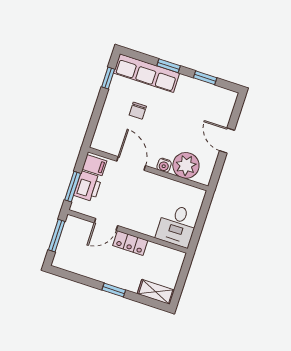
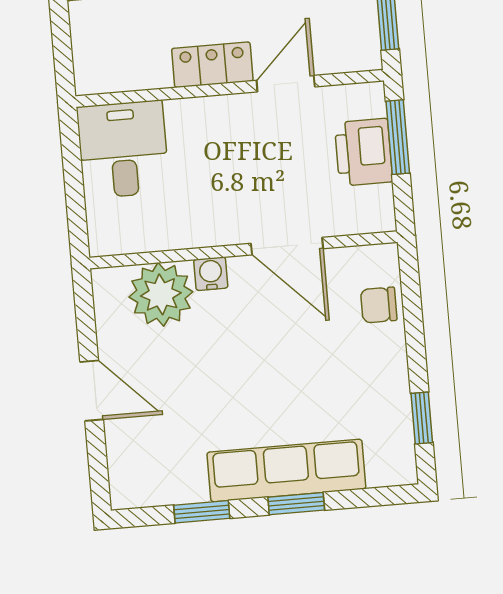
row of seats: (147, 73) -> (286, 470), moved
chair: (138, 111) -> (379, 305), moved, turned -90
filing cabinet: (94, 165) -> (369, 207), removed

